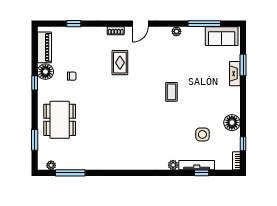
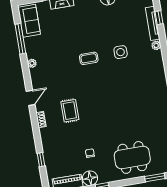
door: (140, 24) -> (31, 98), hinge flipped
rug: (120, 63) -> (70, 111), turned 90
side table: (202, 134) -> (121, 52), moved

